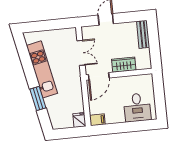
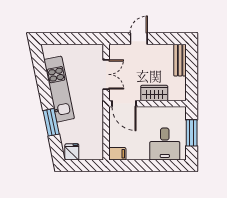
door: (99, 76) -> (124, 104), hinge flipped
window: (159, 96) -> (192, 133), added
fridge: (79, 120) -> (72, 152), moved

